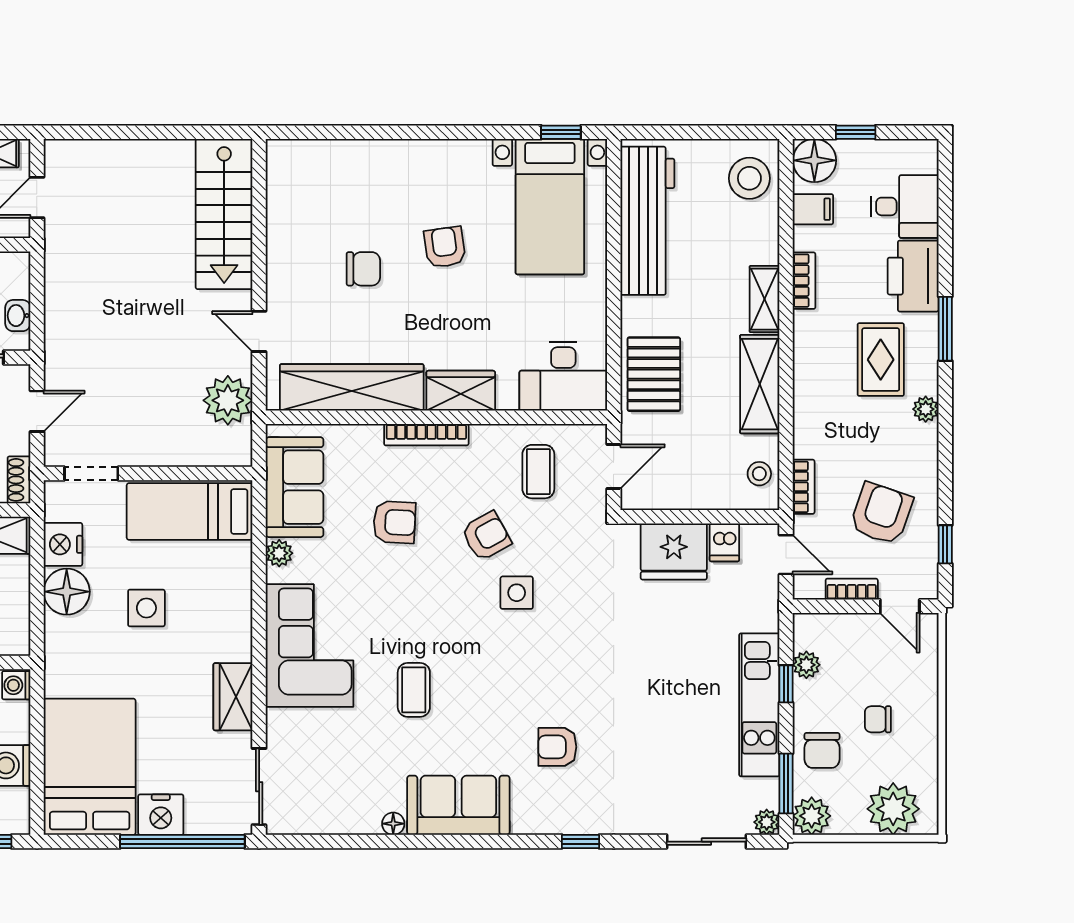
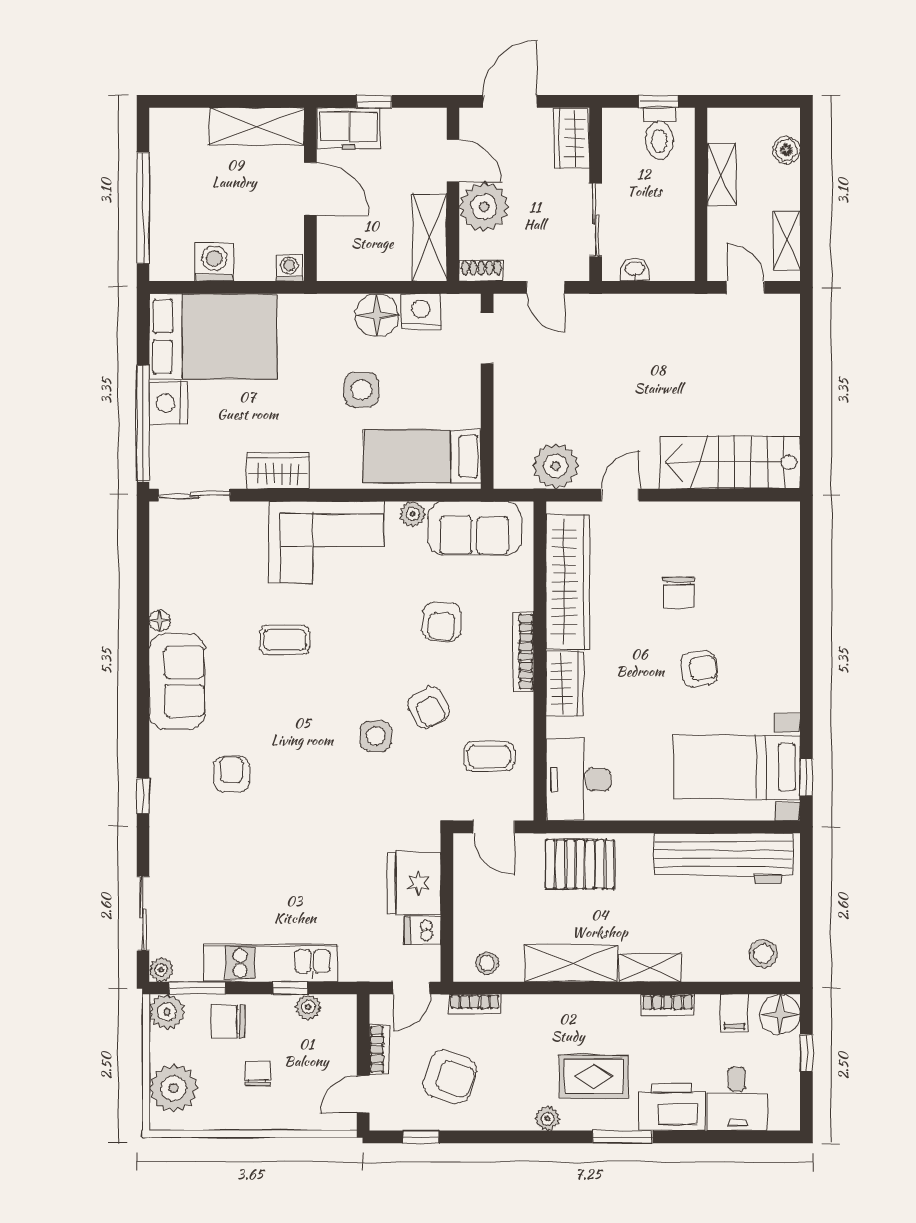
stool: (749, 178) -> (763, 954), width x0.73, depth x0.73
bed: (190, 511) -> (422, 456), moved, turned -90

